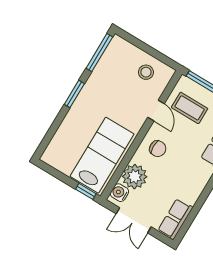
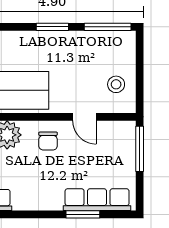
coffee table: (190, 108) -> (107, 148), removed
door: (156, 111) -> (84, 117), hinge flipped

